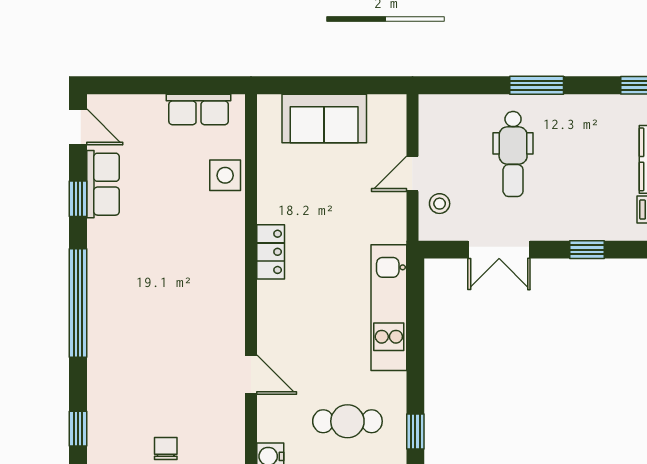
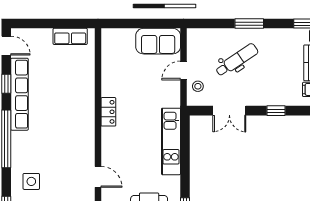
sofa: (324, 118) -> (158, 41), moved
dental chair: (513, 154) -> (237, 60), turned -124
side table: (225, 175) -> (31, 181), moved
row of seats: (103, 184) -> (20, 94), width x2.02

